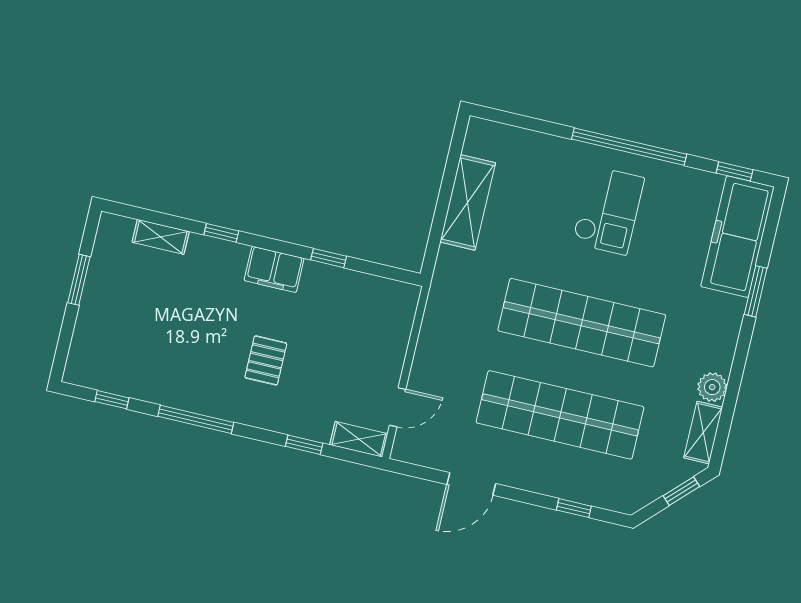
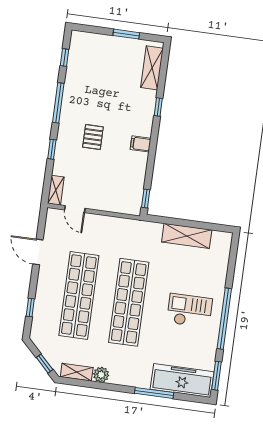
window: (735, 171) -> (216, 376), width x1.50
checkout: (608, 210) -> (190, 311), turned 180
shelving: (161, 237) -> (152, 68), width x1.50, depth x1.33
window: (329, 258) -> (146, 198), moved
filing cabinet: (274, 269) -> (141, 144), width x0.50
window: (756, 291) -> (154, 393), width x1.44
pallet: (266, 360) -> (93, 137), turned 90
window: (304, 445) -> (52, 149), moved

